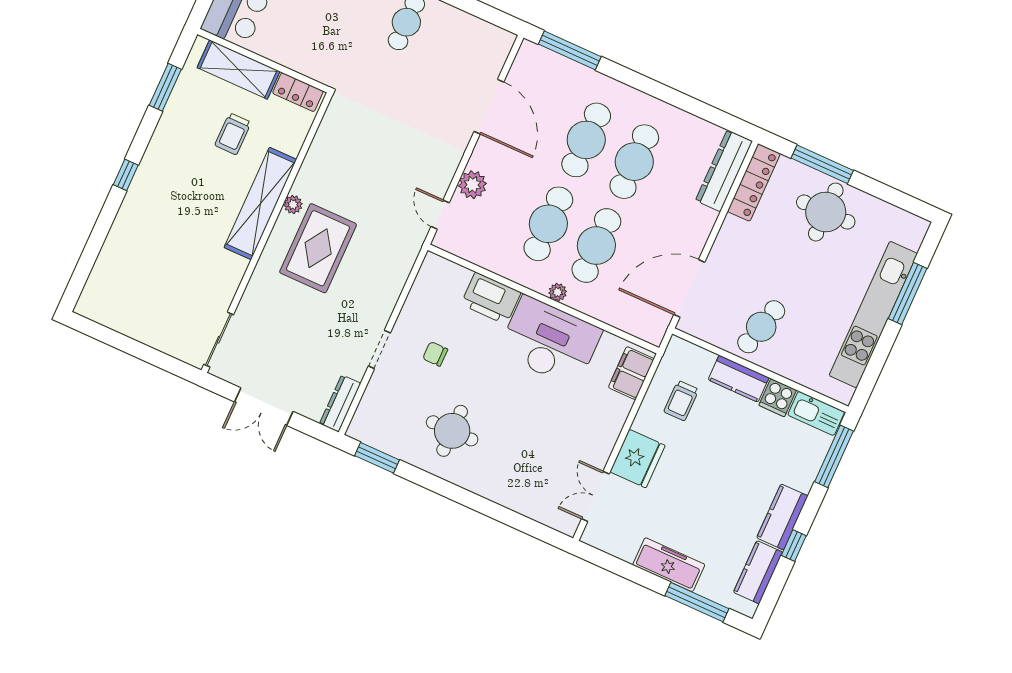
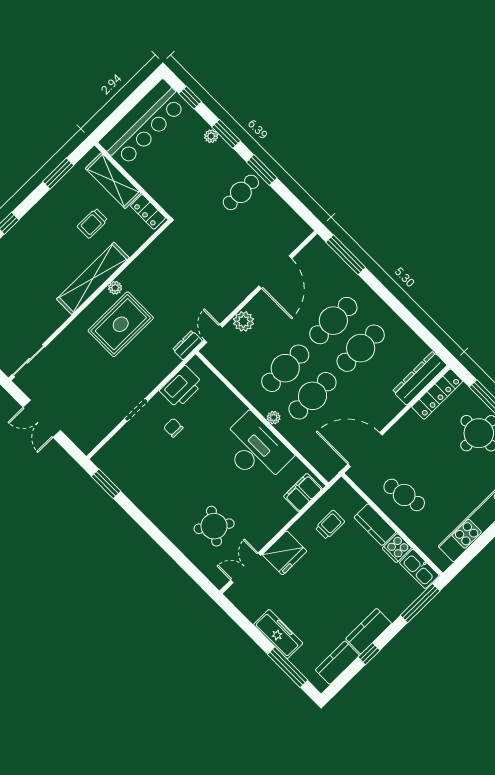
printer: (491, 298) -> (181, 387), moved, turned -90
cafe table: (761, 327) -> (404, 495), turned 63
trolley: (681, 401) -> (330, 525), turned 180
dresser: (340, 403) -> (187, 345), moved, width x0.70
round table: (452, 431) -> (214, 526), moved, turned 35

